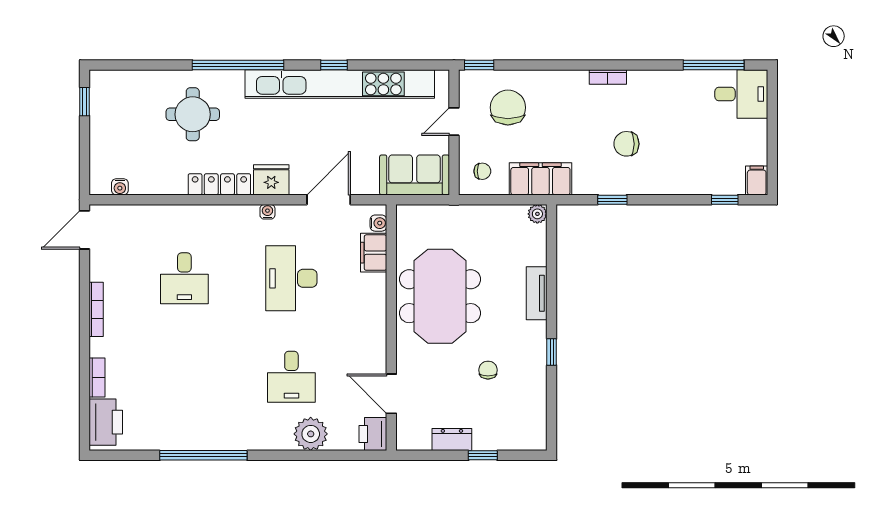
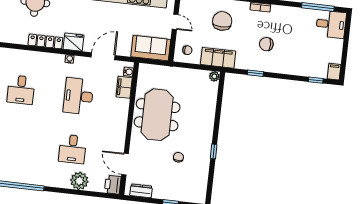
chair: (508, 108) -> (222, 21), moved
door: (454, 122) -> (175, 22), swing flipped
tv unit: (537, 293) -> (209, 119), removed
dresser: (452, 440) -> (141, 191), moved

